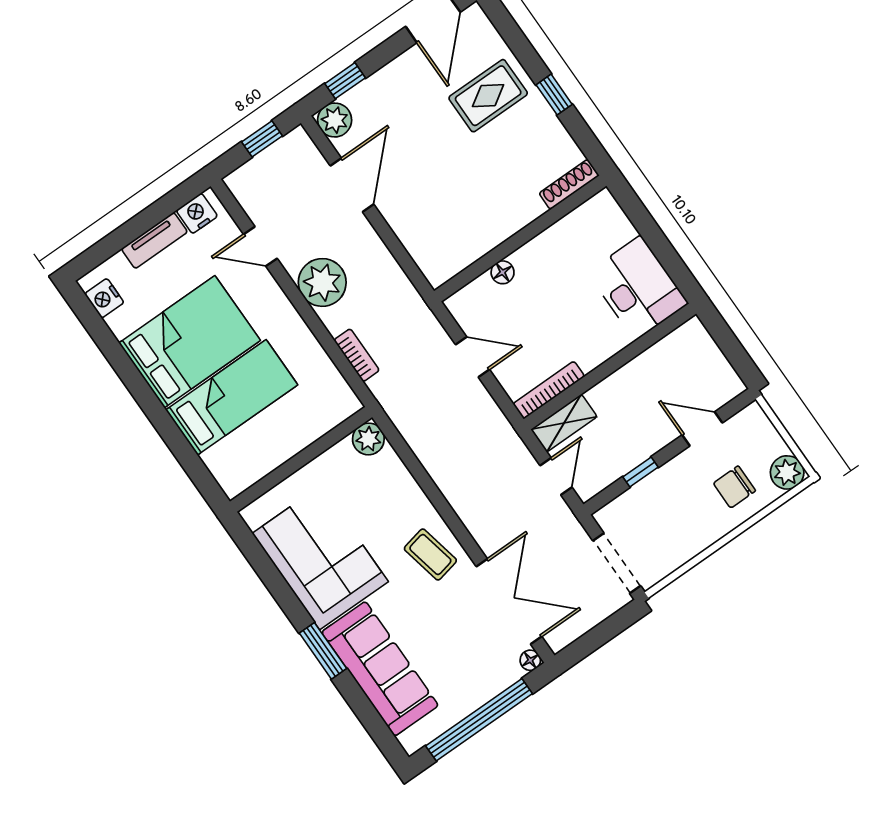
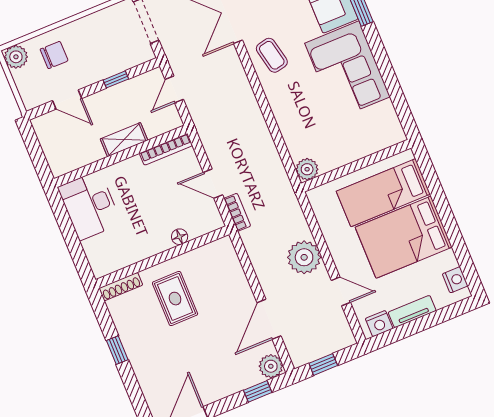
rug: (488, 96) -> (175, 299), moved, turned 90
bookcase: (357, 355) -> (237, 212), moved, turned 180
shelving: (564, 423) -> (124, 140), moved
plant: (368, 439) -> (307, 169), moved
wall: (301, 459) -> (356, 166), moved

